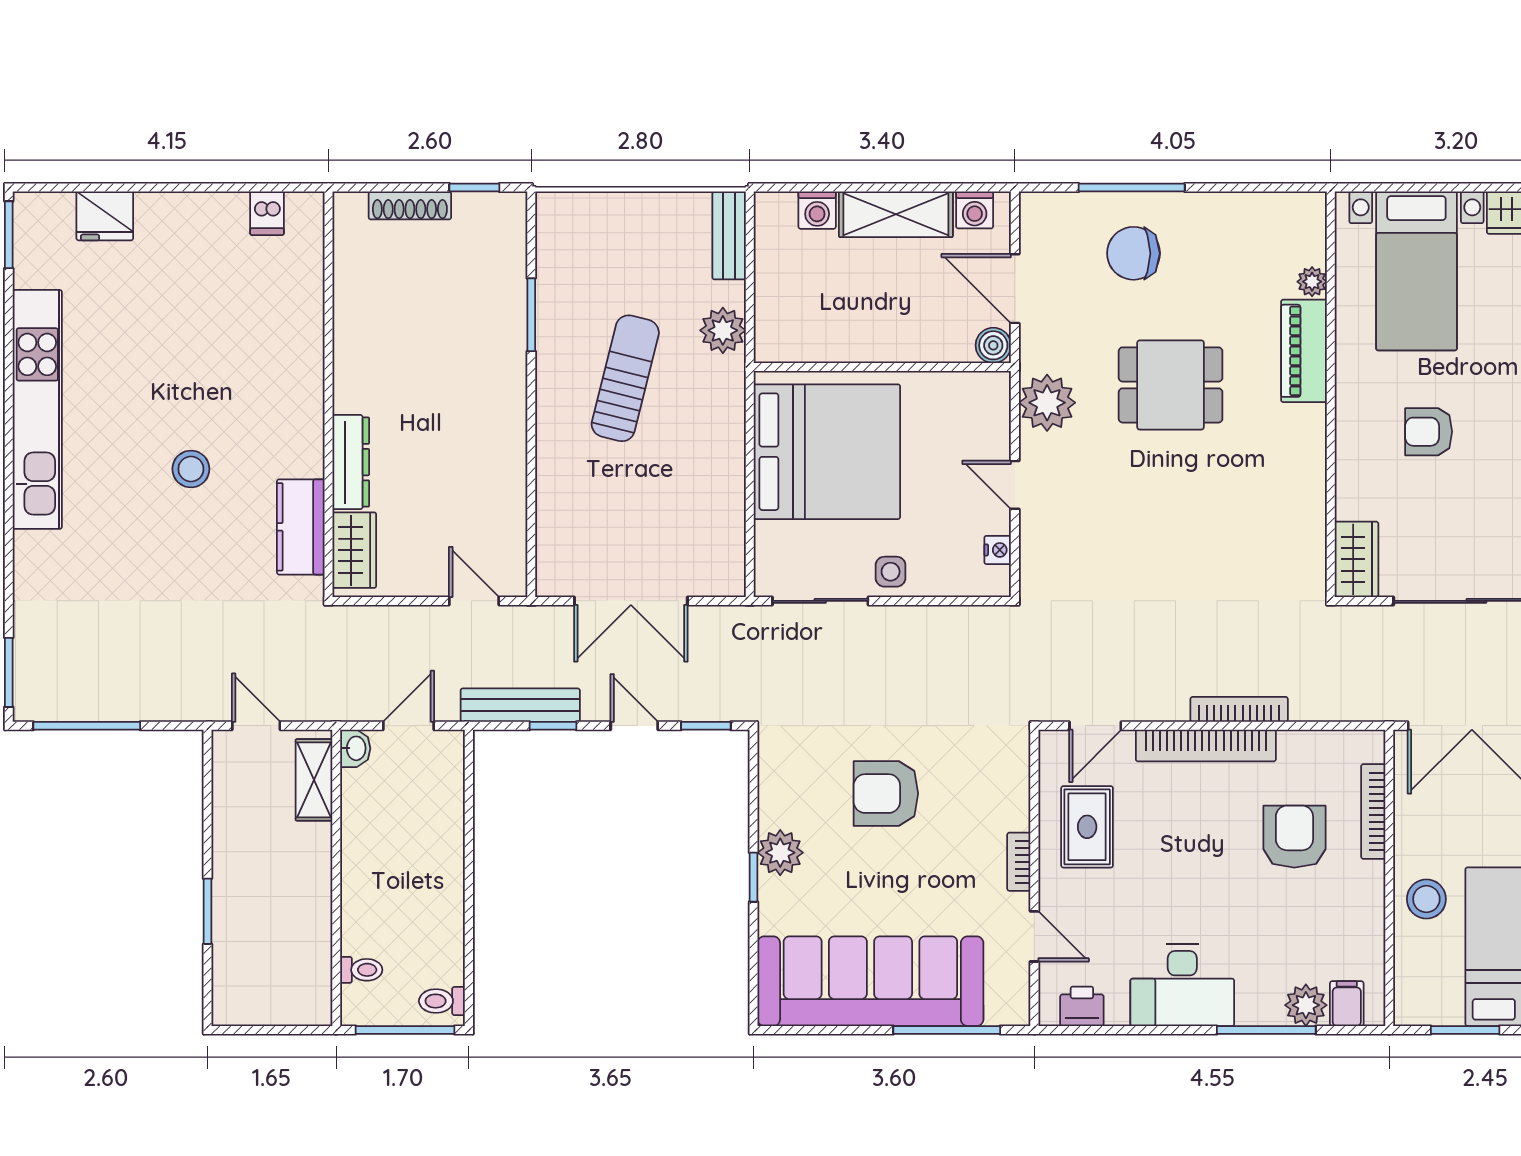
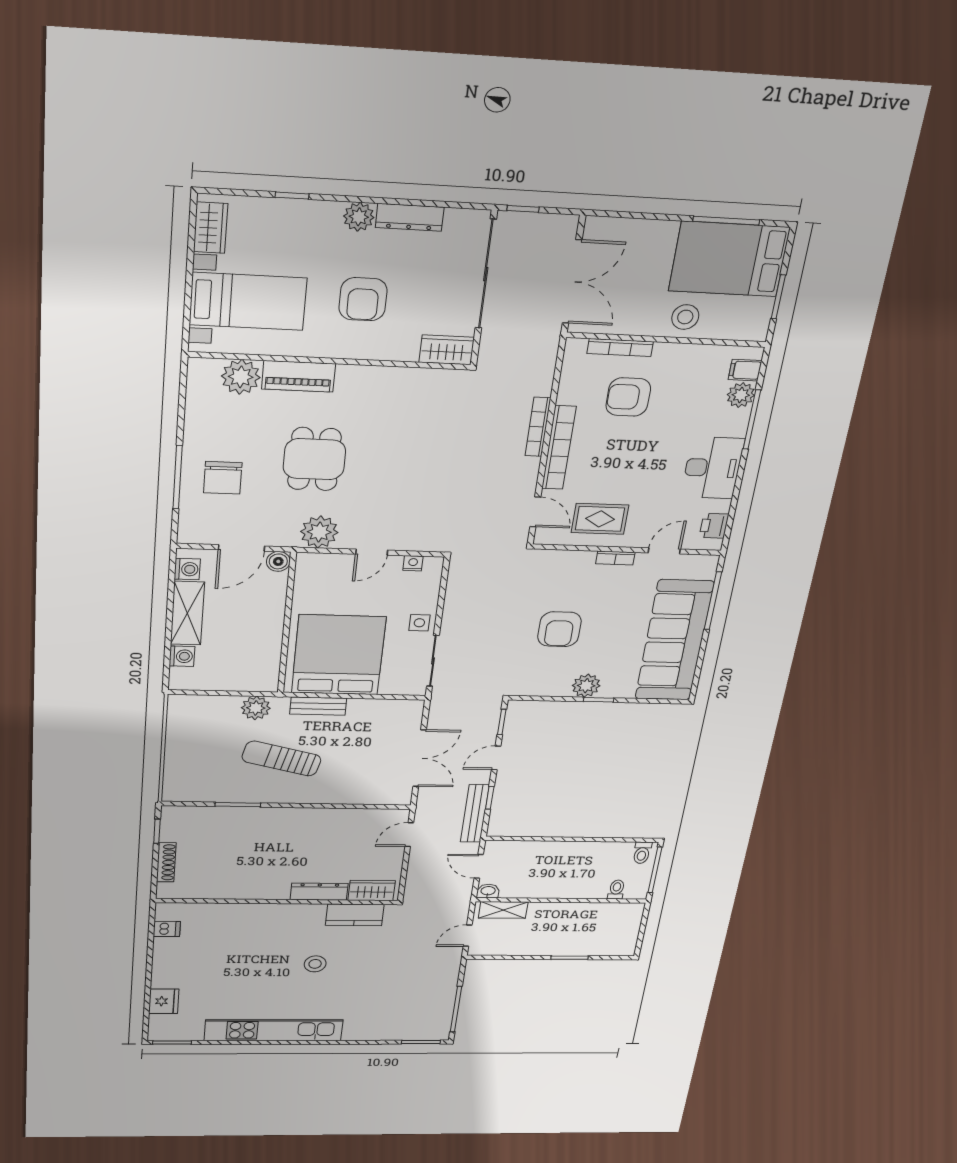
bench: (729, 236) -> (318, 706), moved
plant: (1312, 282) -> (241, 377), width x1.87, depth x1.87
armchair: (1429, 432) -> (363, 299), width x1.38, depth x1.38

